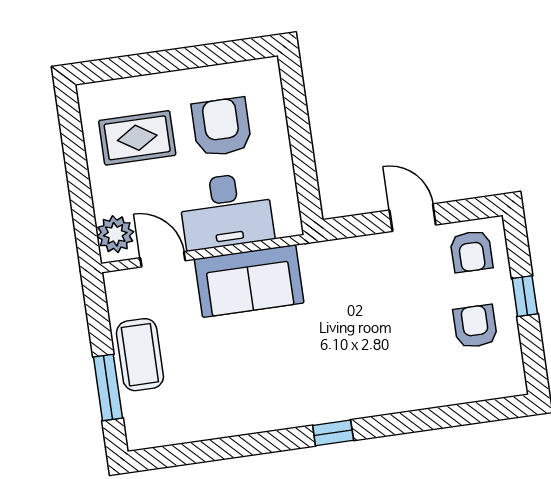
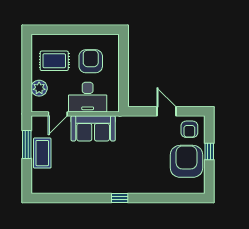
plant: (115, 234) -> (39, 88), moved
door: (163, 259) -> (58, 114), swing flipped
armchair: (475, 326) -> (187, 161), width x1.88, depth x1.88
window: (108, 388) -> (27, 144), moved

